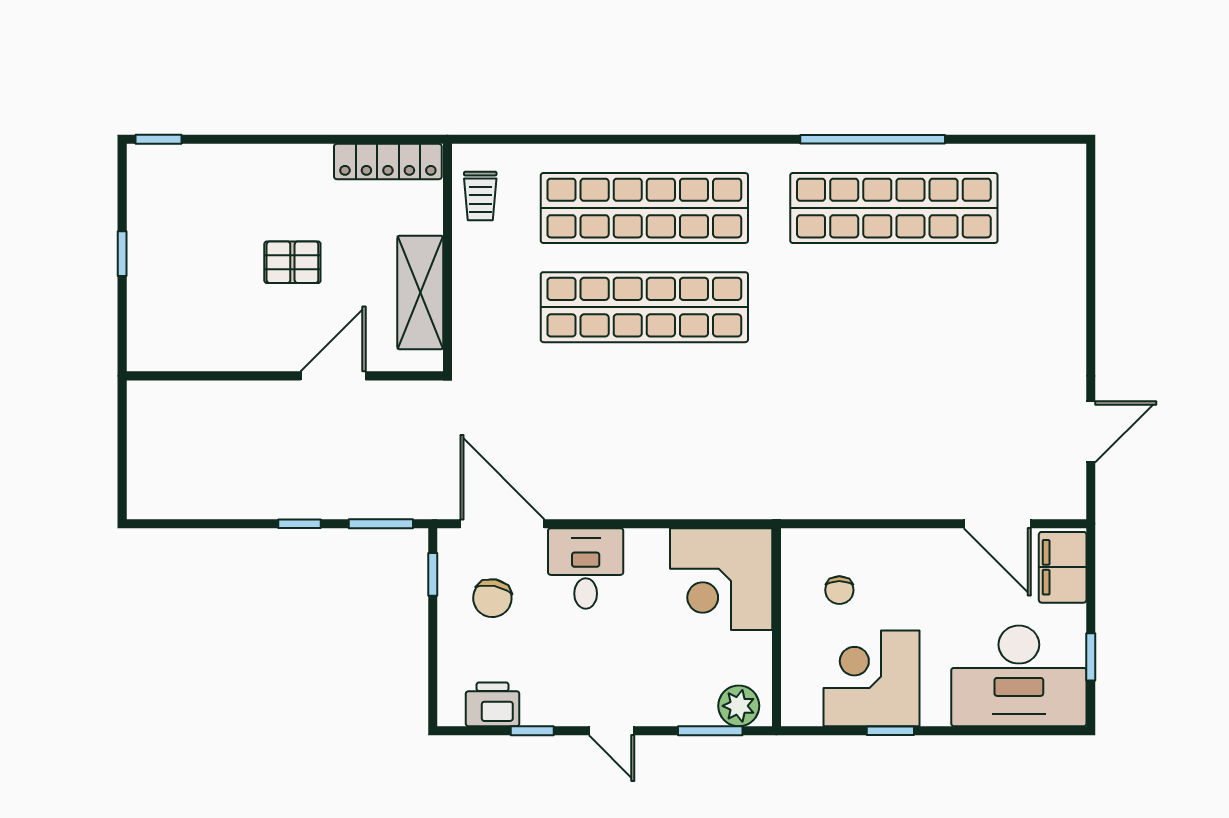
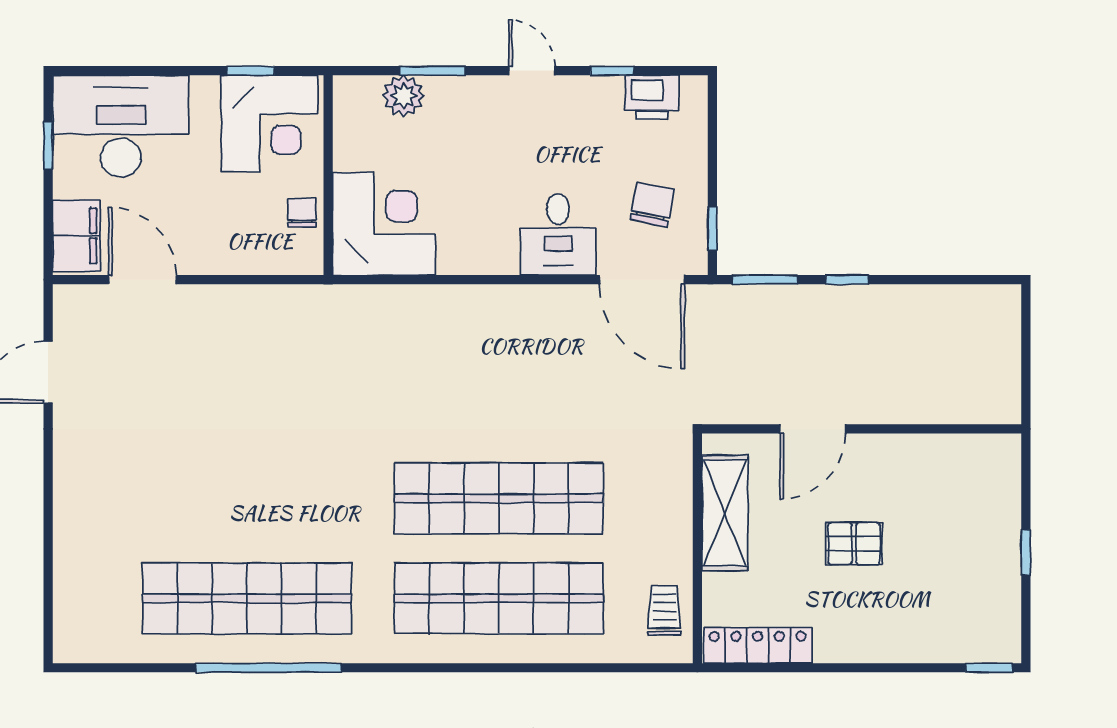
corner desk: (721, 579) -> (384, 224), moved
wall: (776, 627) -> (328, 175), moved

